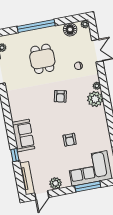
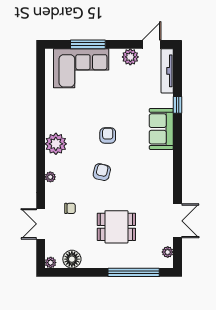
window: (36, 26) -> (134, 272), moved
dining table: (42, 59) -> (116, 227), turned 90
plant: (95, 99) -> (56, 144), moved
armchair: (70, 140) -> (108, 136), moved

